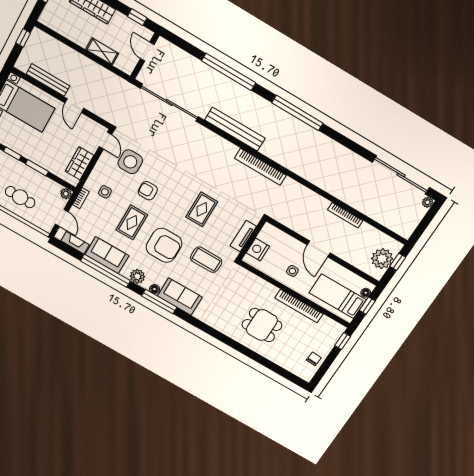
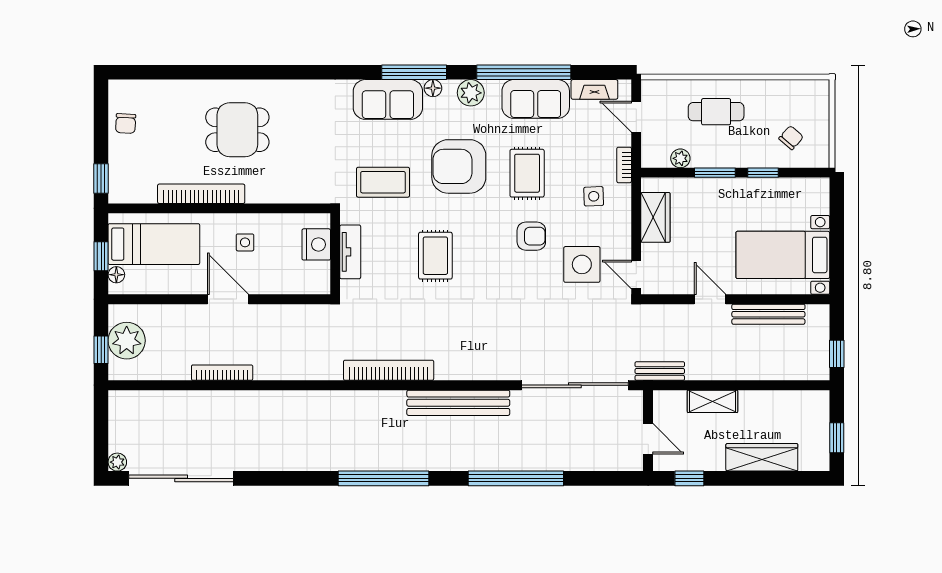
bench: (121, 84) -> (660, 371), added
plant: (66, 194) -> (680, 158), moved

